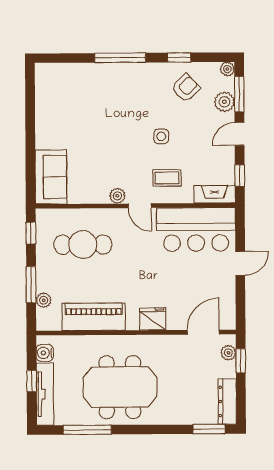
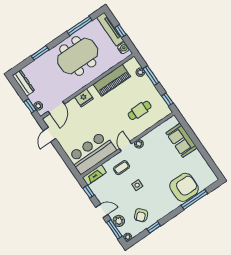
window: (120, 58) -> (194, 199), moved
armchair: (94, 86) -> (184, 187), added
door: (240, 134) -> (102, 211), hinge flipped
sofa: (51, 177) -> (181, 140), moved
door: (140, 206) -> (125, 146), hinge flipped
cafe table: (83, 245) -> (140, 110), width x0.73, depth x0.74
door: (240, 263) -> (50, 135), moved
window: (209, 429) -> (40, 53), moved

